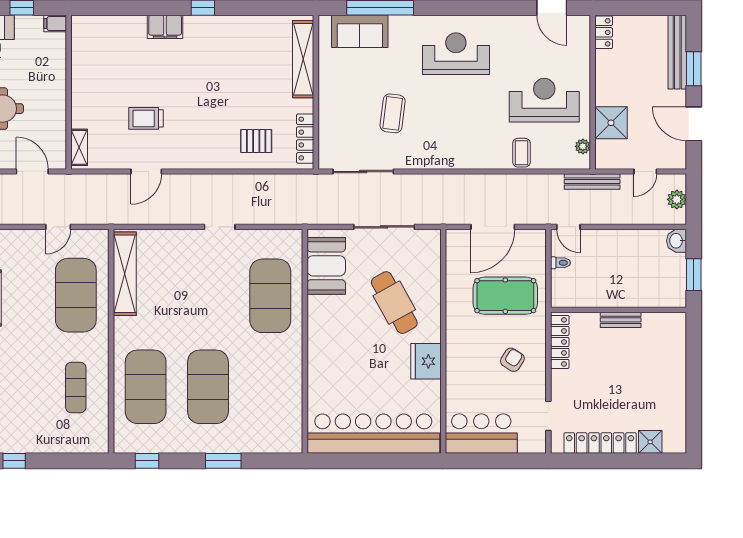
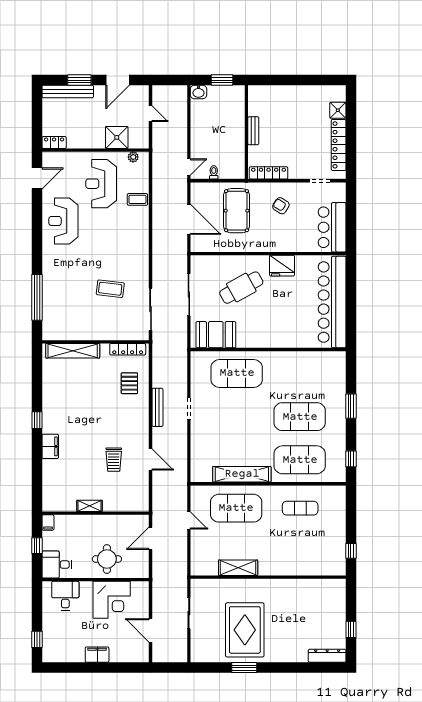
sofa: (360, 31) -> (53, 311), removed
reception desk: (456, 54) -> (63, 221), moved
shelving: (79, 147) -> (89, 506), moved
bench: (592, 182) -> (157, 407), moved
plant: (677, 199) -> (170, 92), removed
shelving: (125, 274) -> (242, 474), moved

